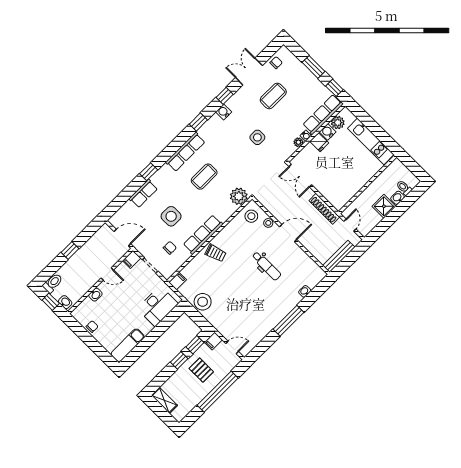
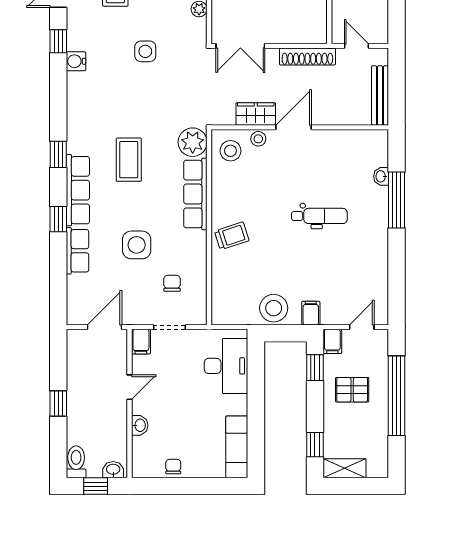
window: (198, 122) -> (58, 154), moved
row of seats: (185, 152) -> (78, 190), moved
wardrobe: (278, 211) -> (256, 114), added
row of seats: (203, 235) -> (195, 194), moved
dental chair: (267, 266) -> (319, 216), moved
filing cabinet: (178, 281) -> (311, 313), moved
window: (288, 321) -> (397, 200), moved
window: (179, 360) -> (315, 445), moved

